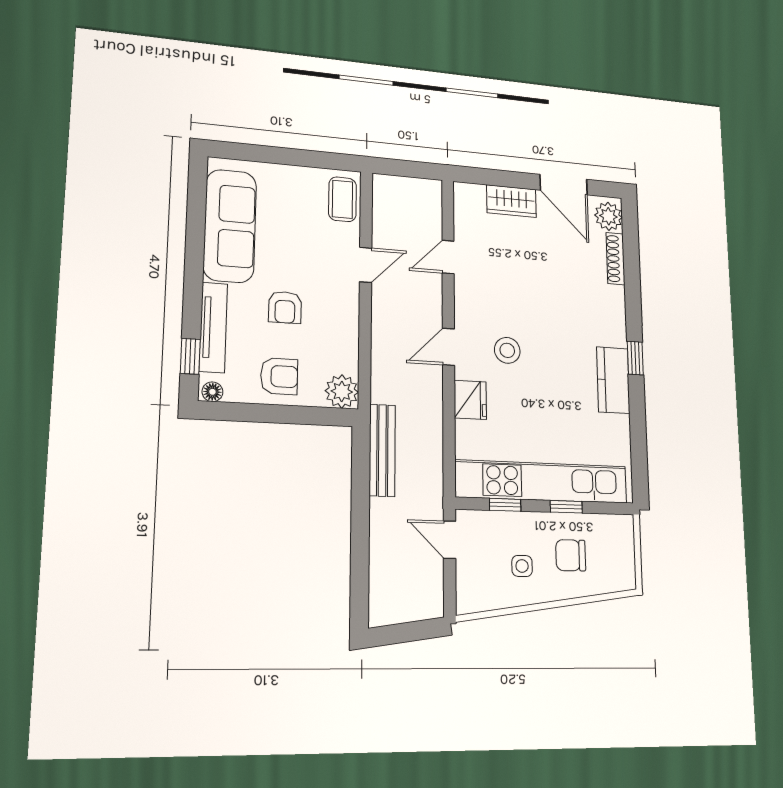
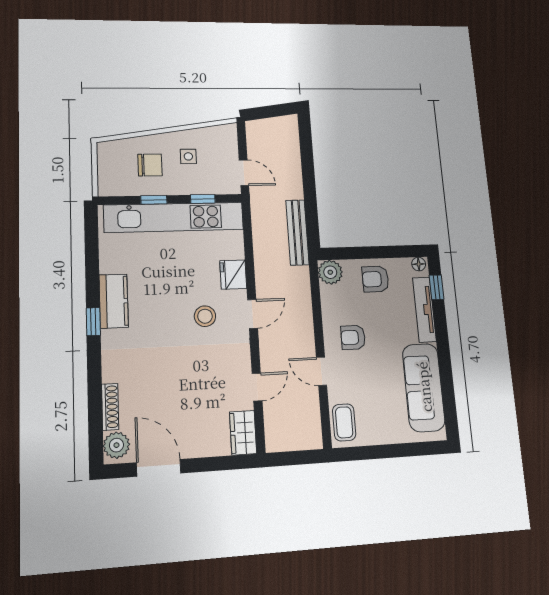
wardrobe: (511, 201) -> (243, 433), moved, turned -90
door: (366, 265) -> (322, 371), hinge flipped
armchair: (285, 307) -> (353, 337), moved, turned -90

